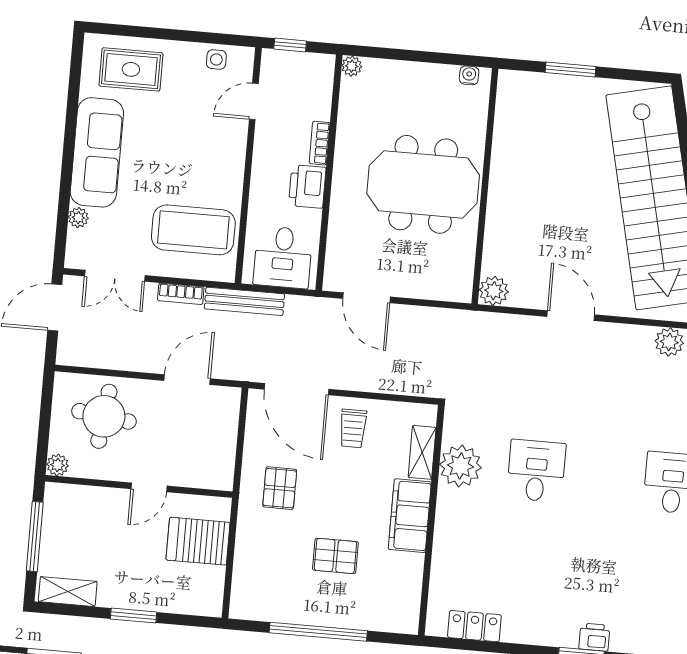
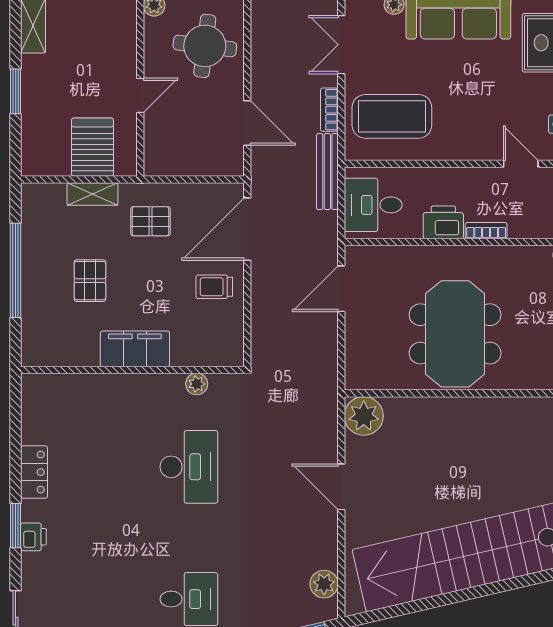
coffee table: (193, 230) -> (392, 116), turned 90
plant: (494, 291) -> (364, 416), width x1.36, depth x1.36
door: (571, 316) -> (341, 487), swing flipped
shelving: (422, 452) -> (92, 194), moved
plant: (460, 466) -> (197, 384), width x0.53, depth x0.53
desk: (536, 471) -> (189, 467), width x1.37
door: (149, 487) -> (140, 95), swing flipped
locker: (474, 626) -> (34, 472), moved

